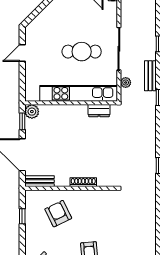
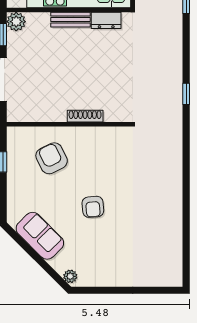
bench: (39, 181) -> (70, 20), moved

